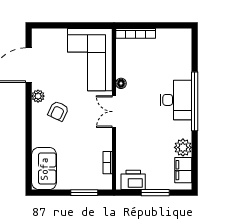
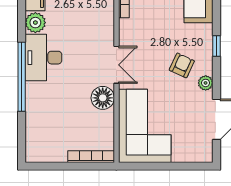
floor lamp: (121, 83) -> (103, 98), width x1.89, depth x1.89
desk: (176, 100) -> (43, 58), moved
window: (29, 128) -> (217, 46), added

